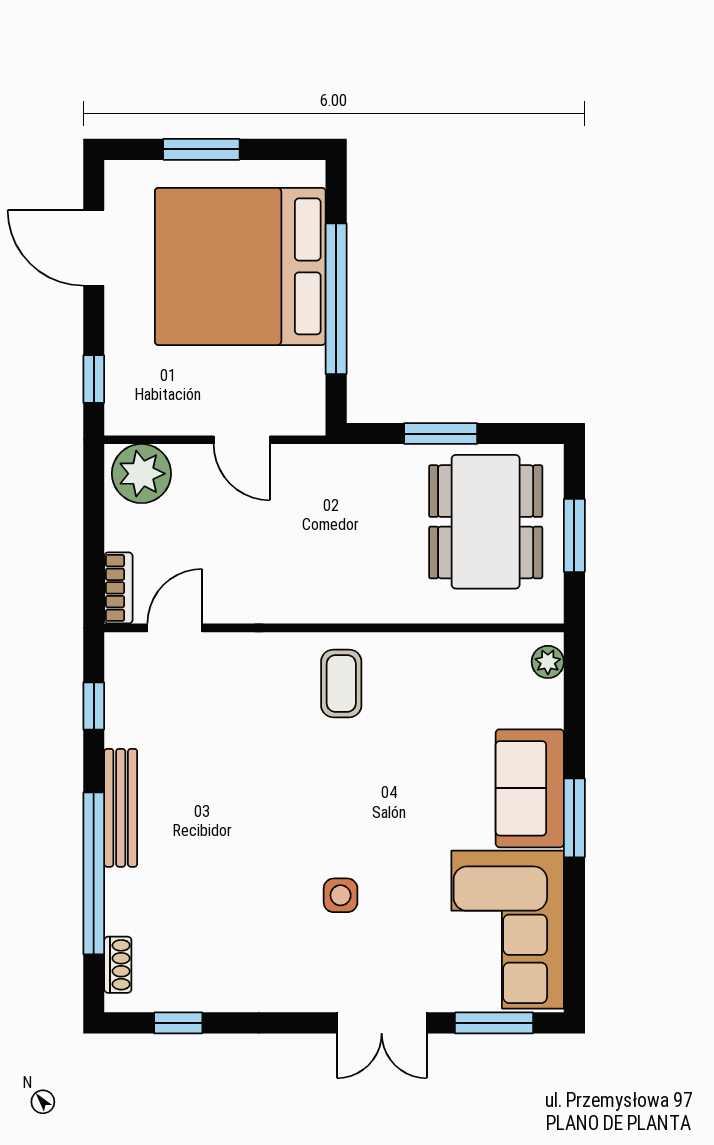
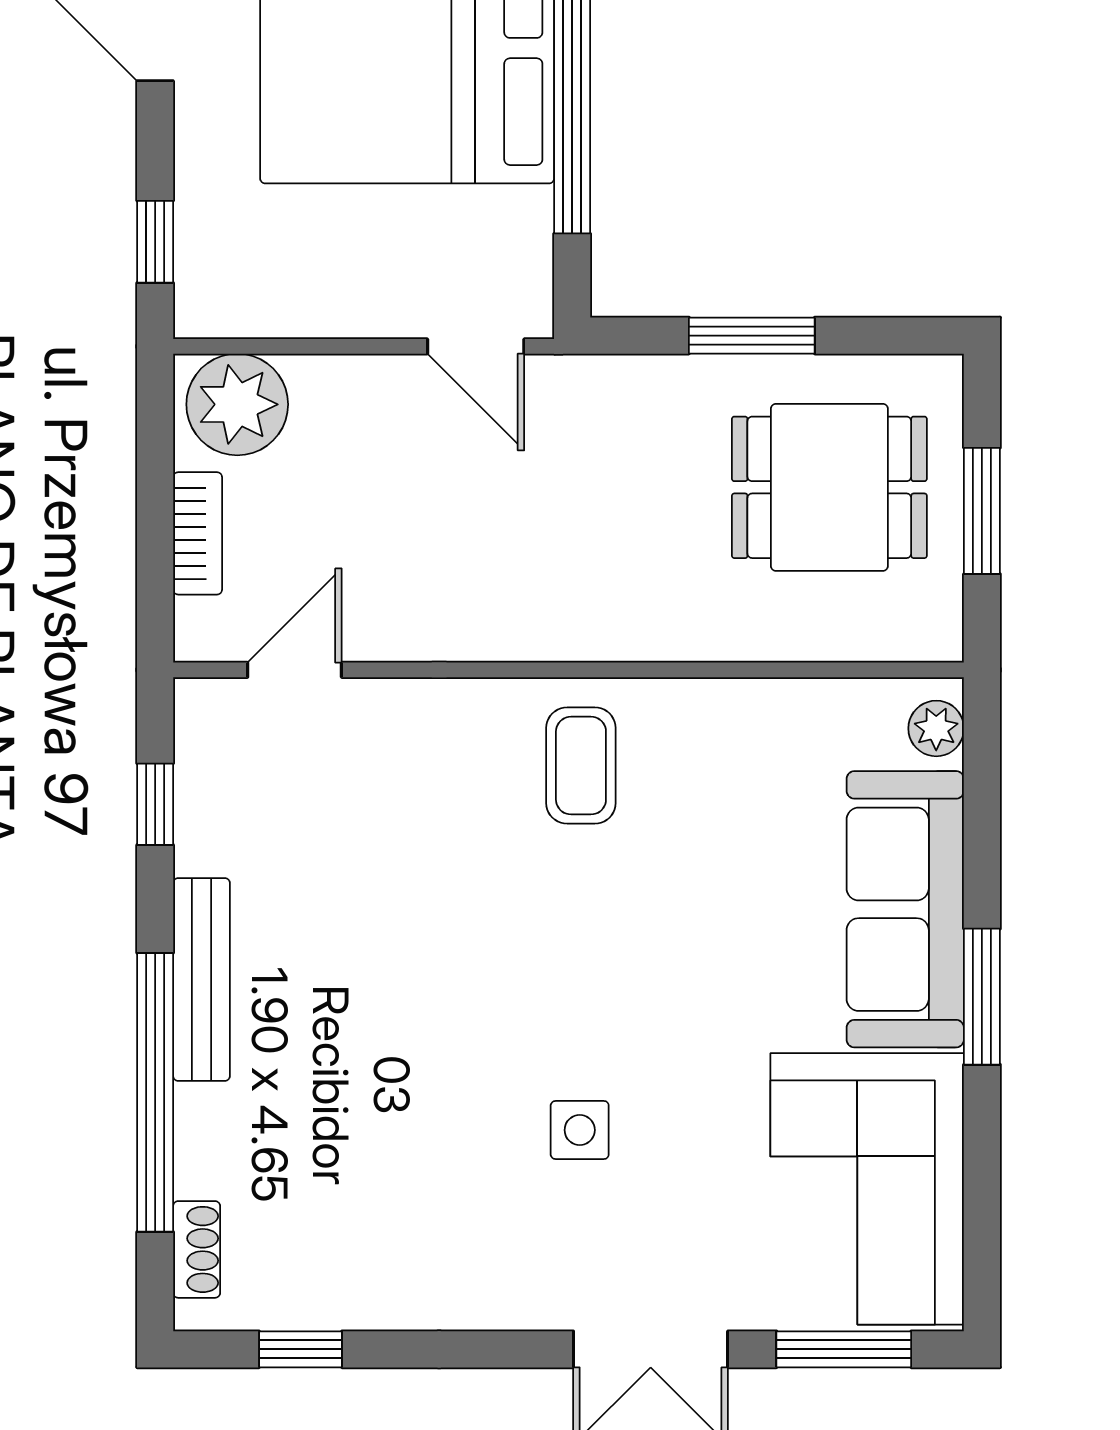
door: (242, 440) -> (476, 346), moved
dining table: (486, 522) -> (829, 487), width x0.73
bookcase: (118, 588) -> (198, 533), moved
sofa: (530, 788) -> (905, 909), width x1.36

